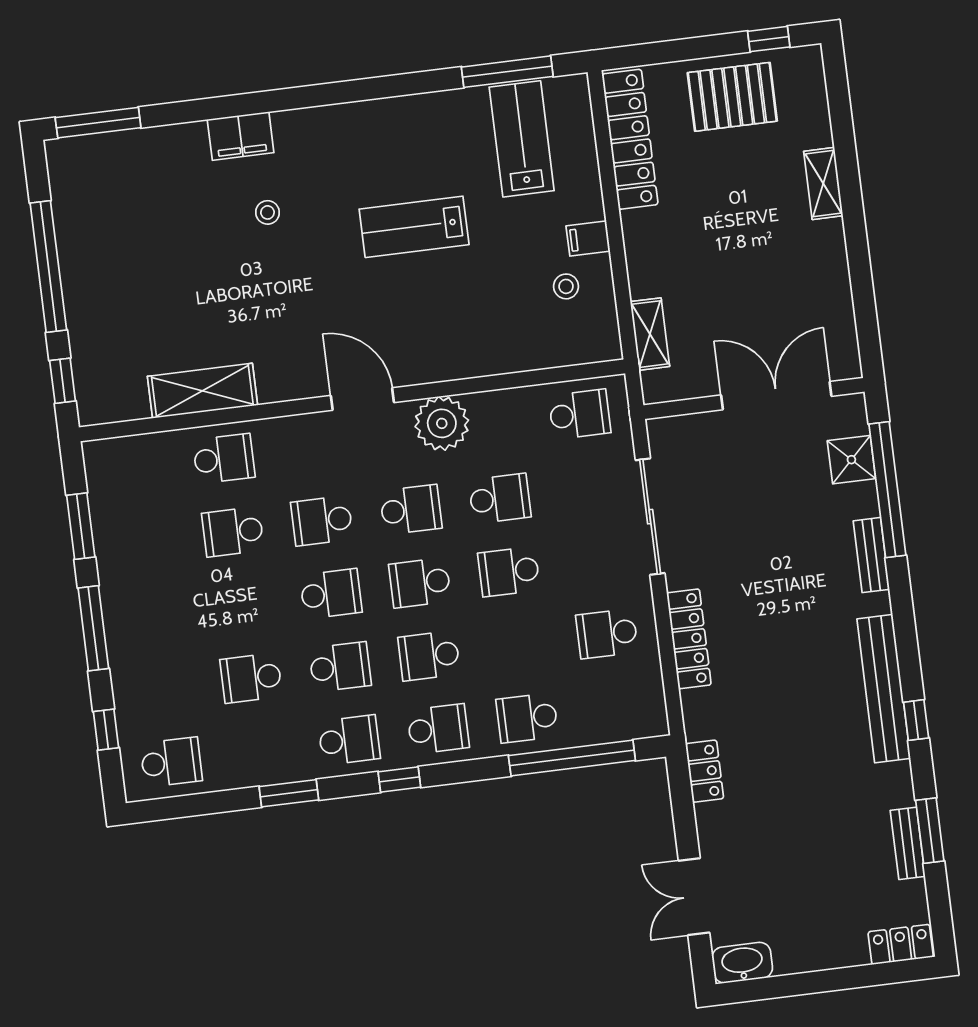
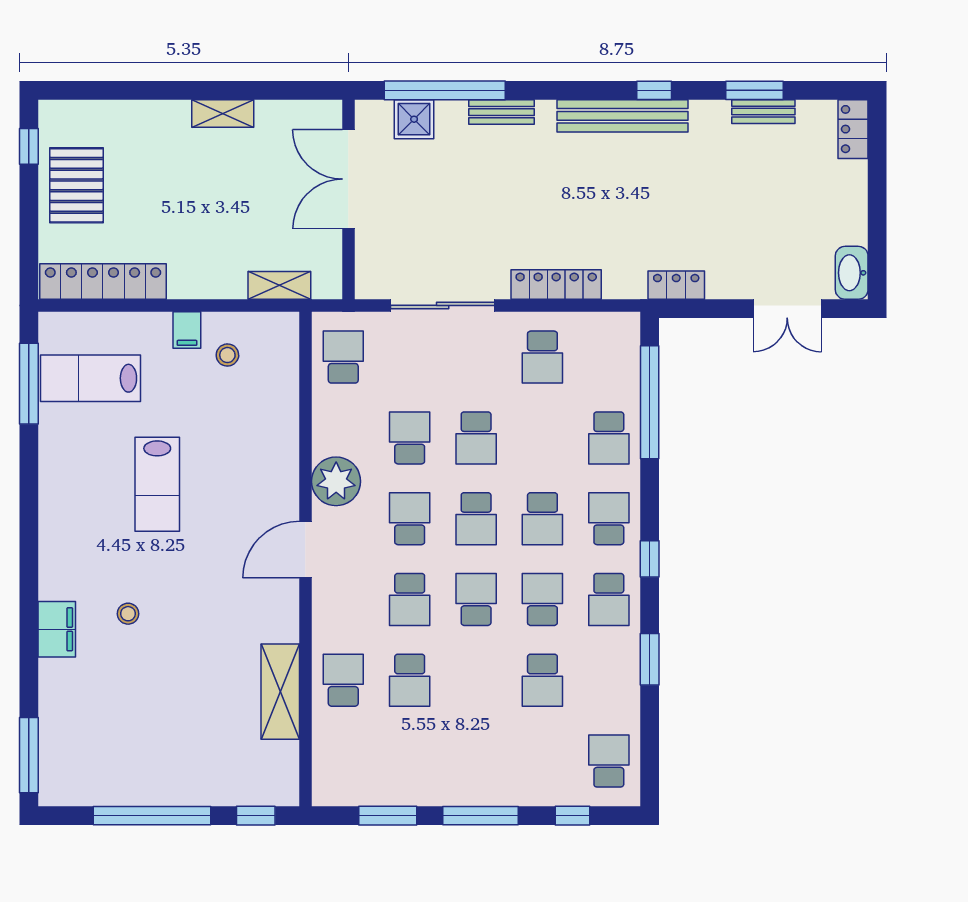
shelving: (823, 184) -> (223, 114), moved
school desk: (349, 740) -> (609, 599), turned 180

